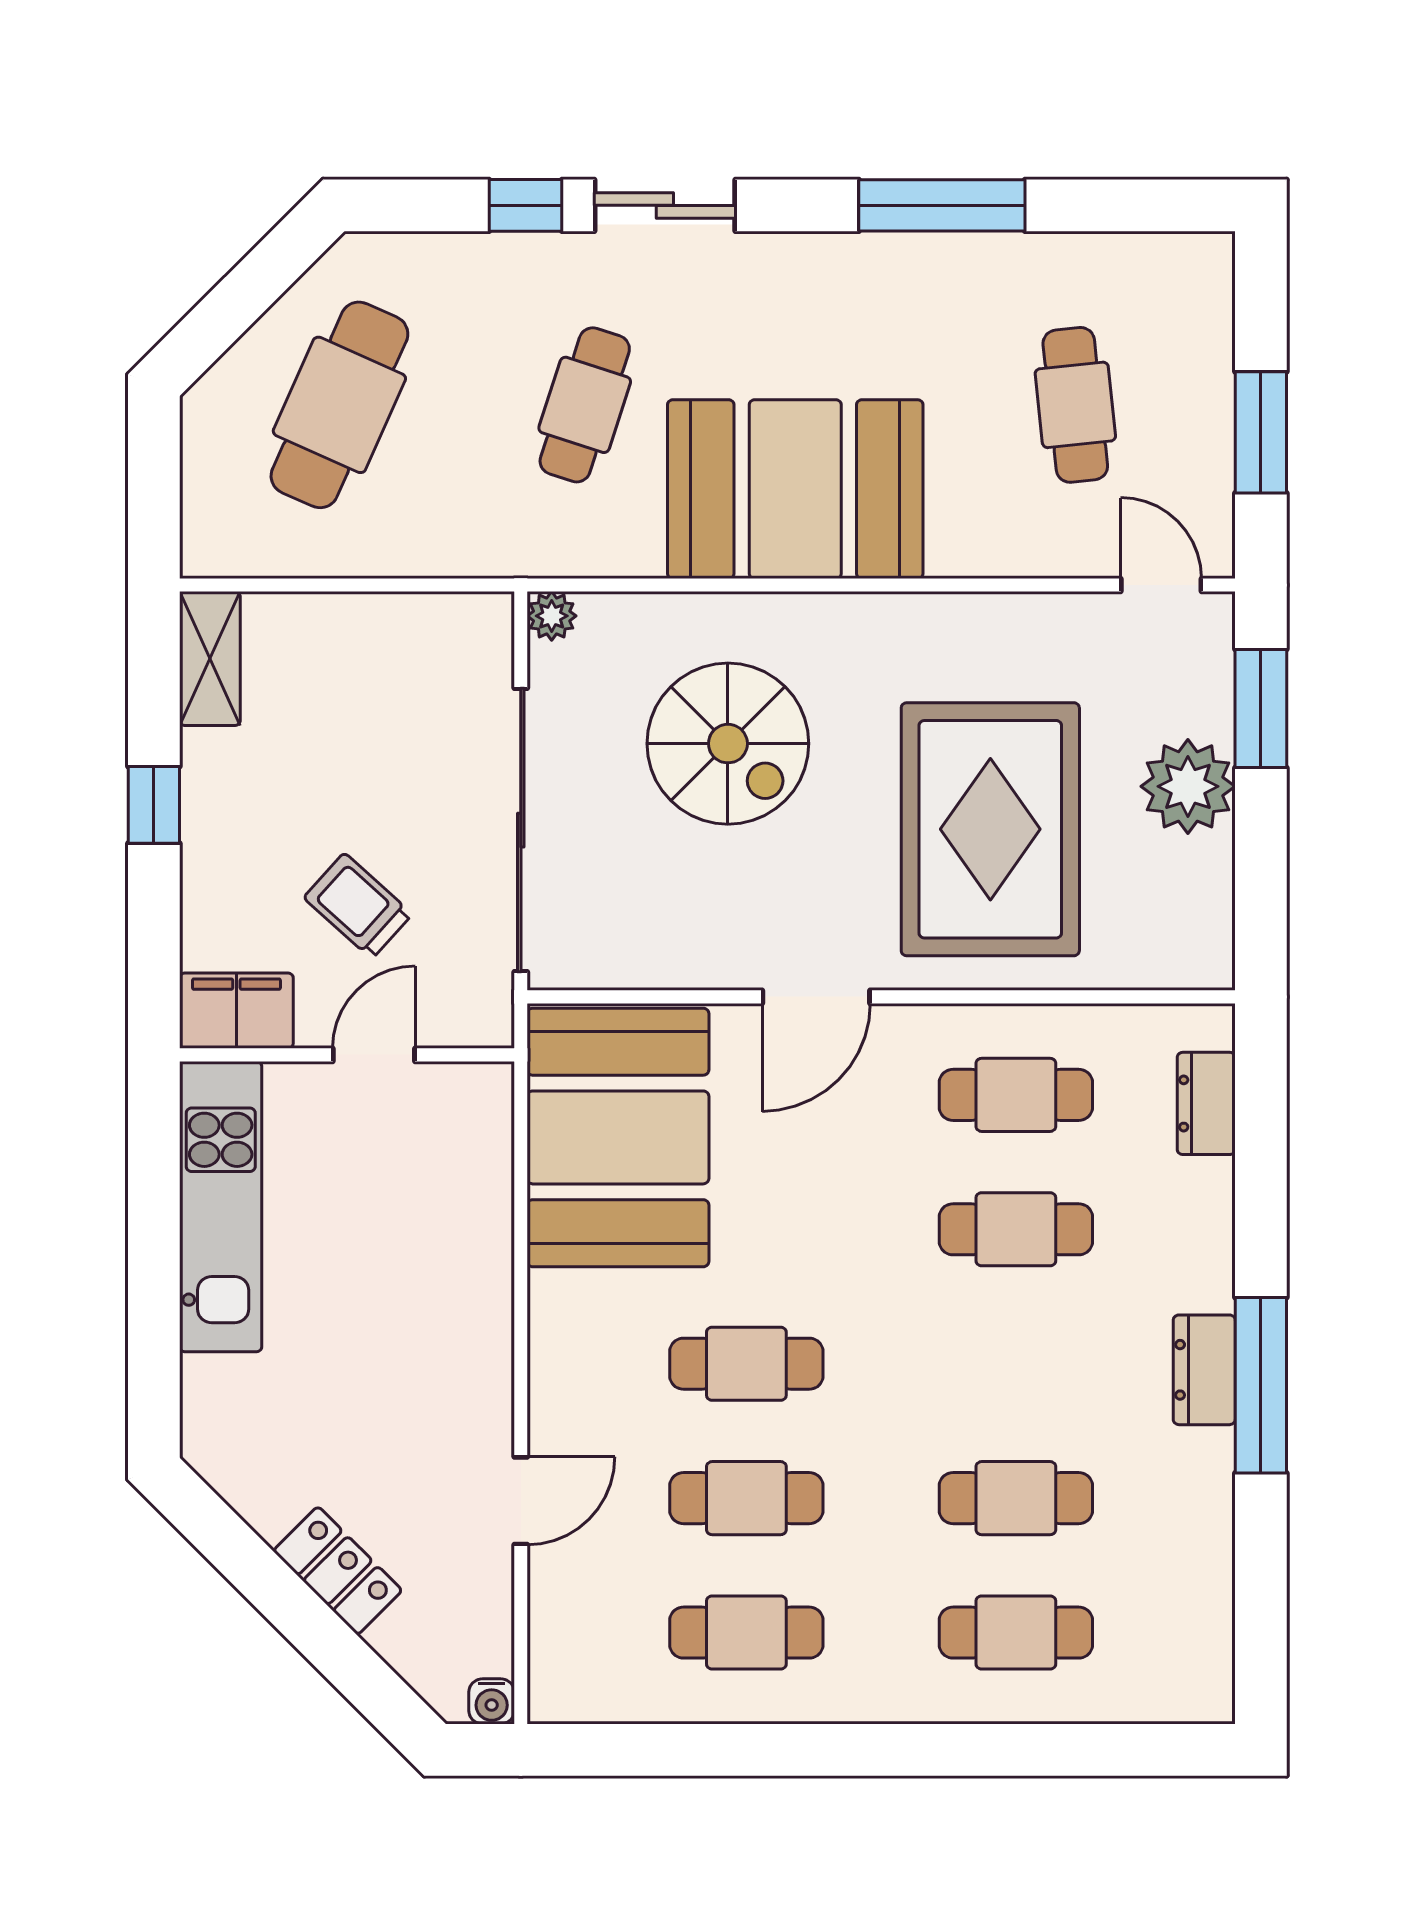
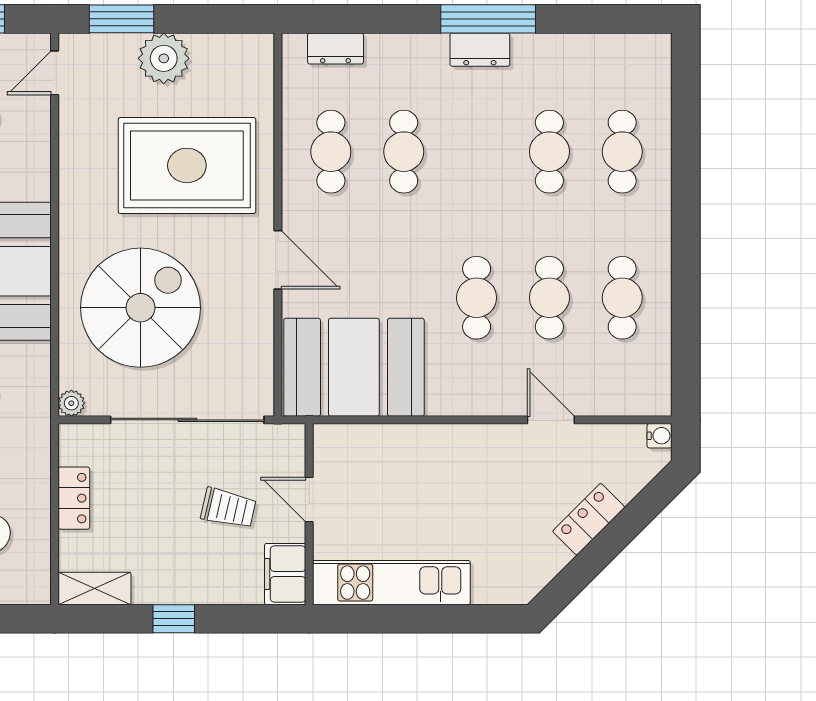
locker: (376, 621) -> (74, 498), added
spiral stairs: (728, 744) -> (141, 308), width x1.37, depth x1.37
trolley: (358, 906) -> (228, 508), turned -119

